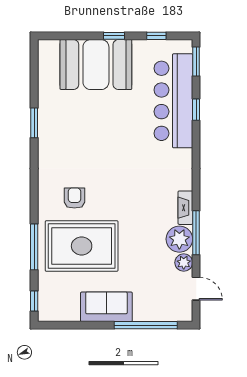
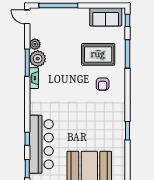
rug: (82, 246) -> (98, 54), width x0.73, depth x0.69
door: (196, 289) -> (27, 17), moved
sofa: (106, 307) -> (106, 17), moved

